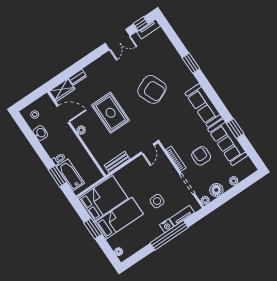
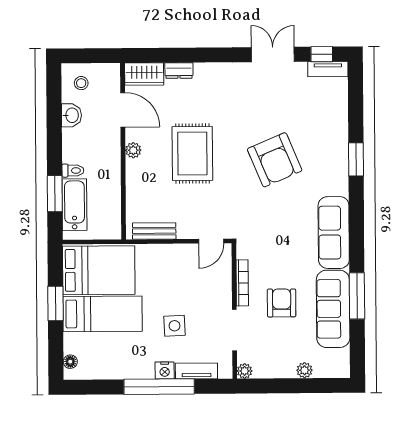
double door: (117, 40) -> (273, 54), swing flipped
window: (235, 128) -> (357, 296), width x1.44
floor lamp: (216, 190) -> (271, 367), removed

